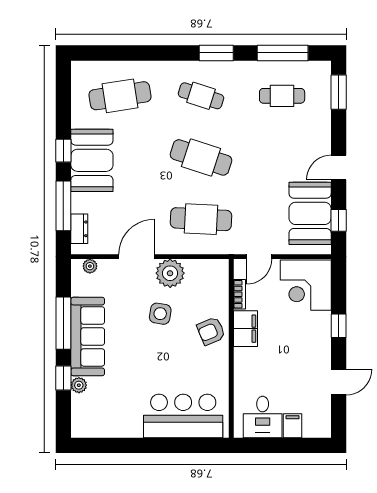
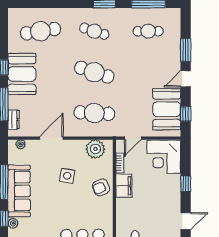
window: (339, 92) -> (186, 50), moved
plant: (170, 273) -> (95, 149), moved

